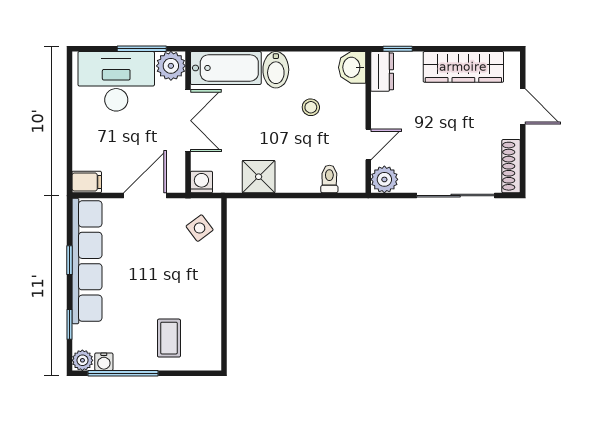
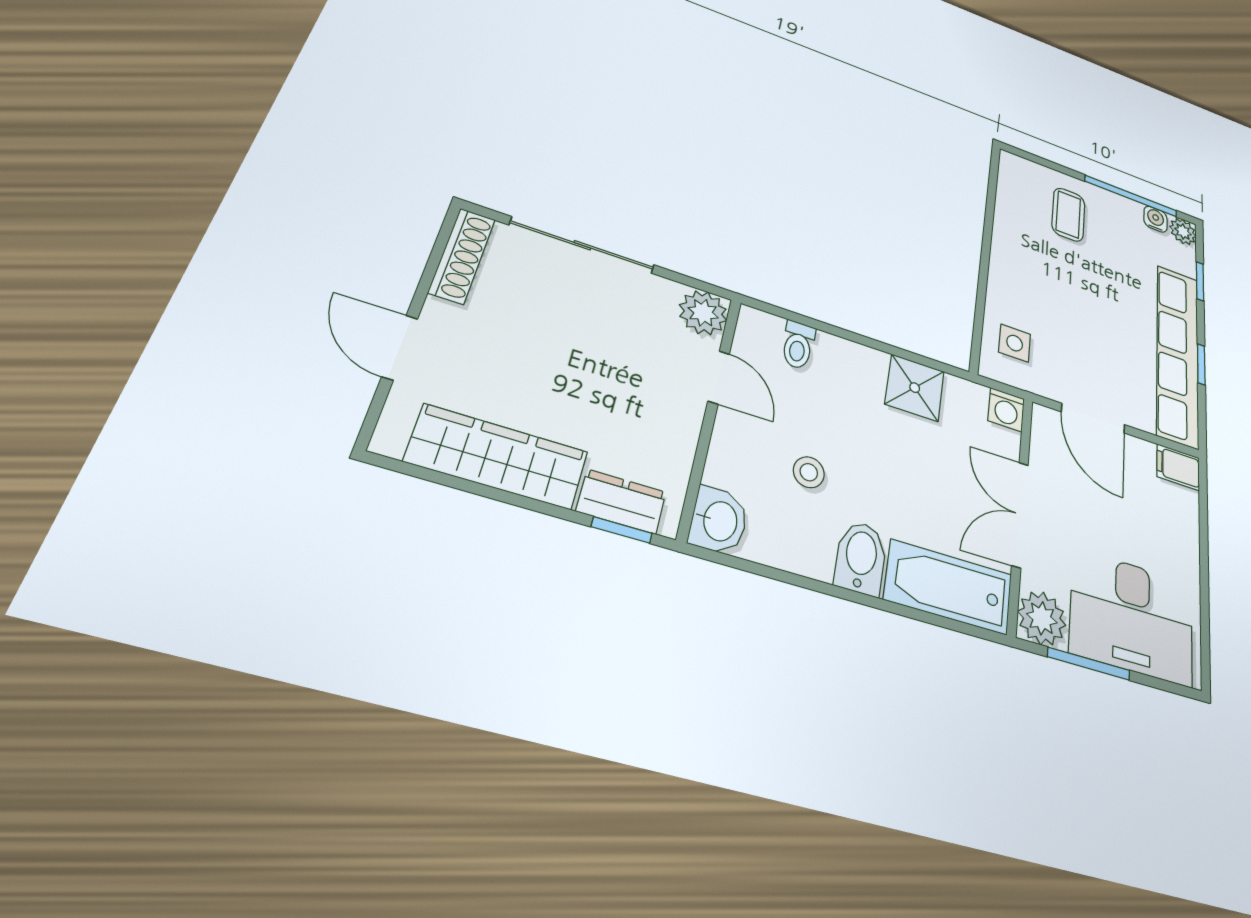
dresser: (382, 71) -> (621, 502), moved, turned 90
door: (368, 145) -> (719, 377), swing flipped
door: (145, 196) -> (1093, 418), hinge flipped
side table: (200, 228) -> (1015, 343), turned 37

